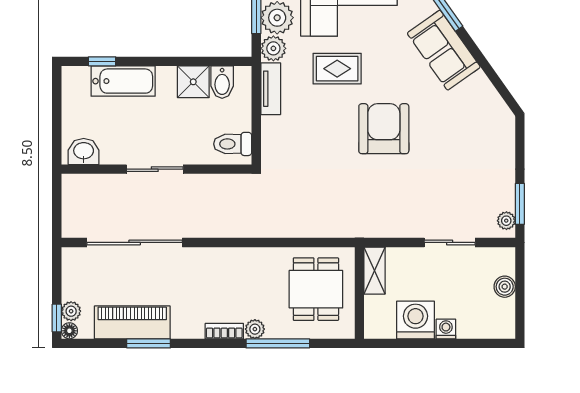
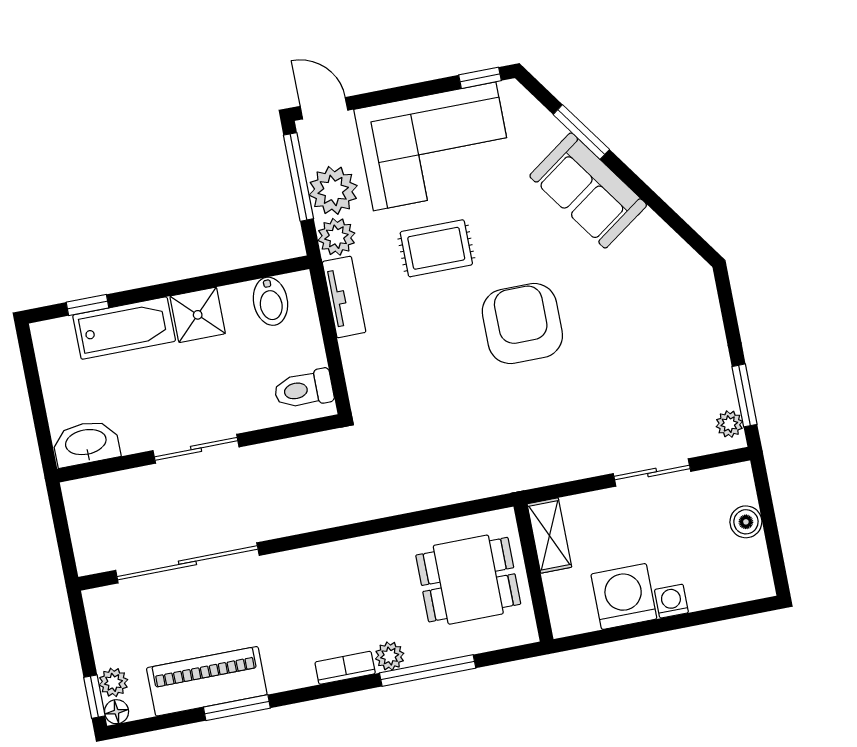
shower: (193, 82) -> (198, 315), moved
washbasin: (84, 151) -> (86, 443), width x1.38
dining table: (316, 289) -> (468, 580), turned 90

